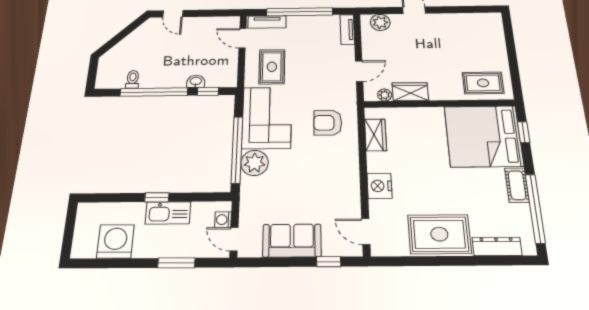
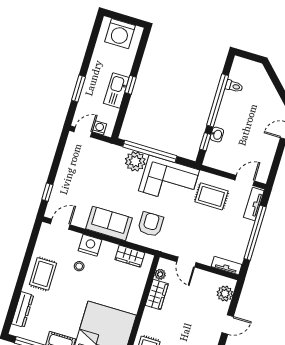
stool: (411, 191) -> (79, 266), added
rug: (439, 234) -> (43, 274), width x0.73, depth x0.70
washing machine: (115, 241) -> (120, 34), moved, turned 90
sofa: (292, 241) -> (109, 223), moved, turned -90

